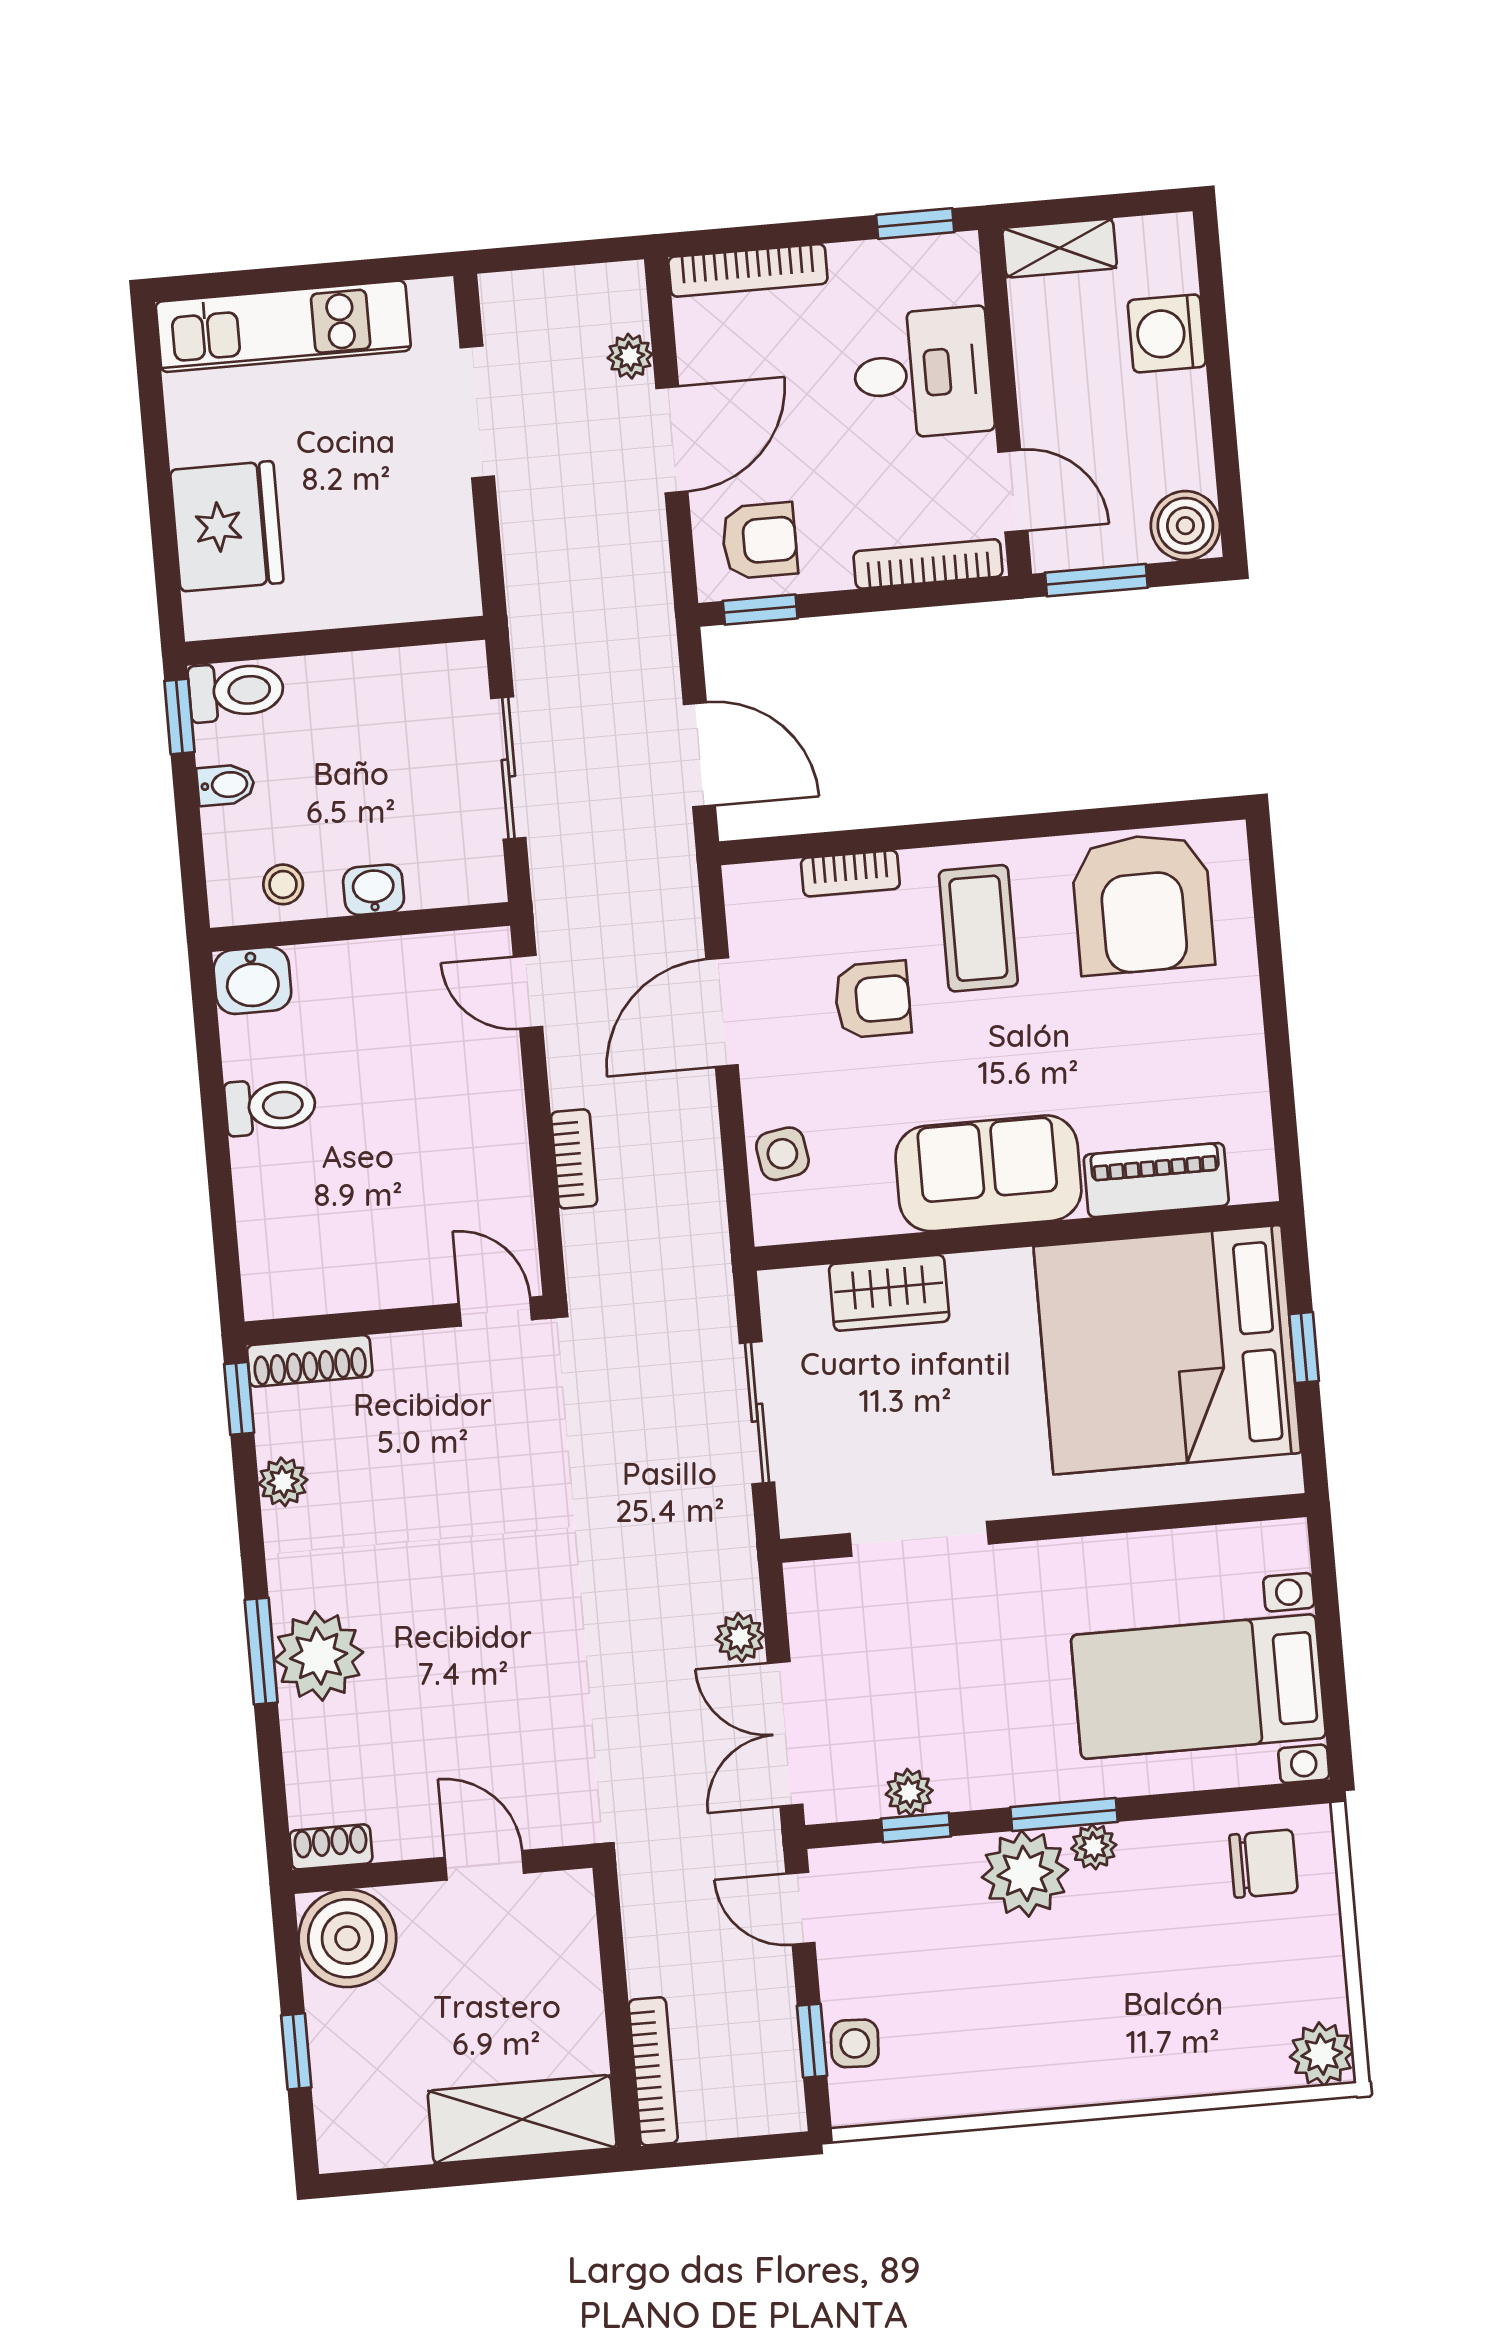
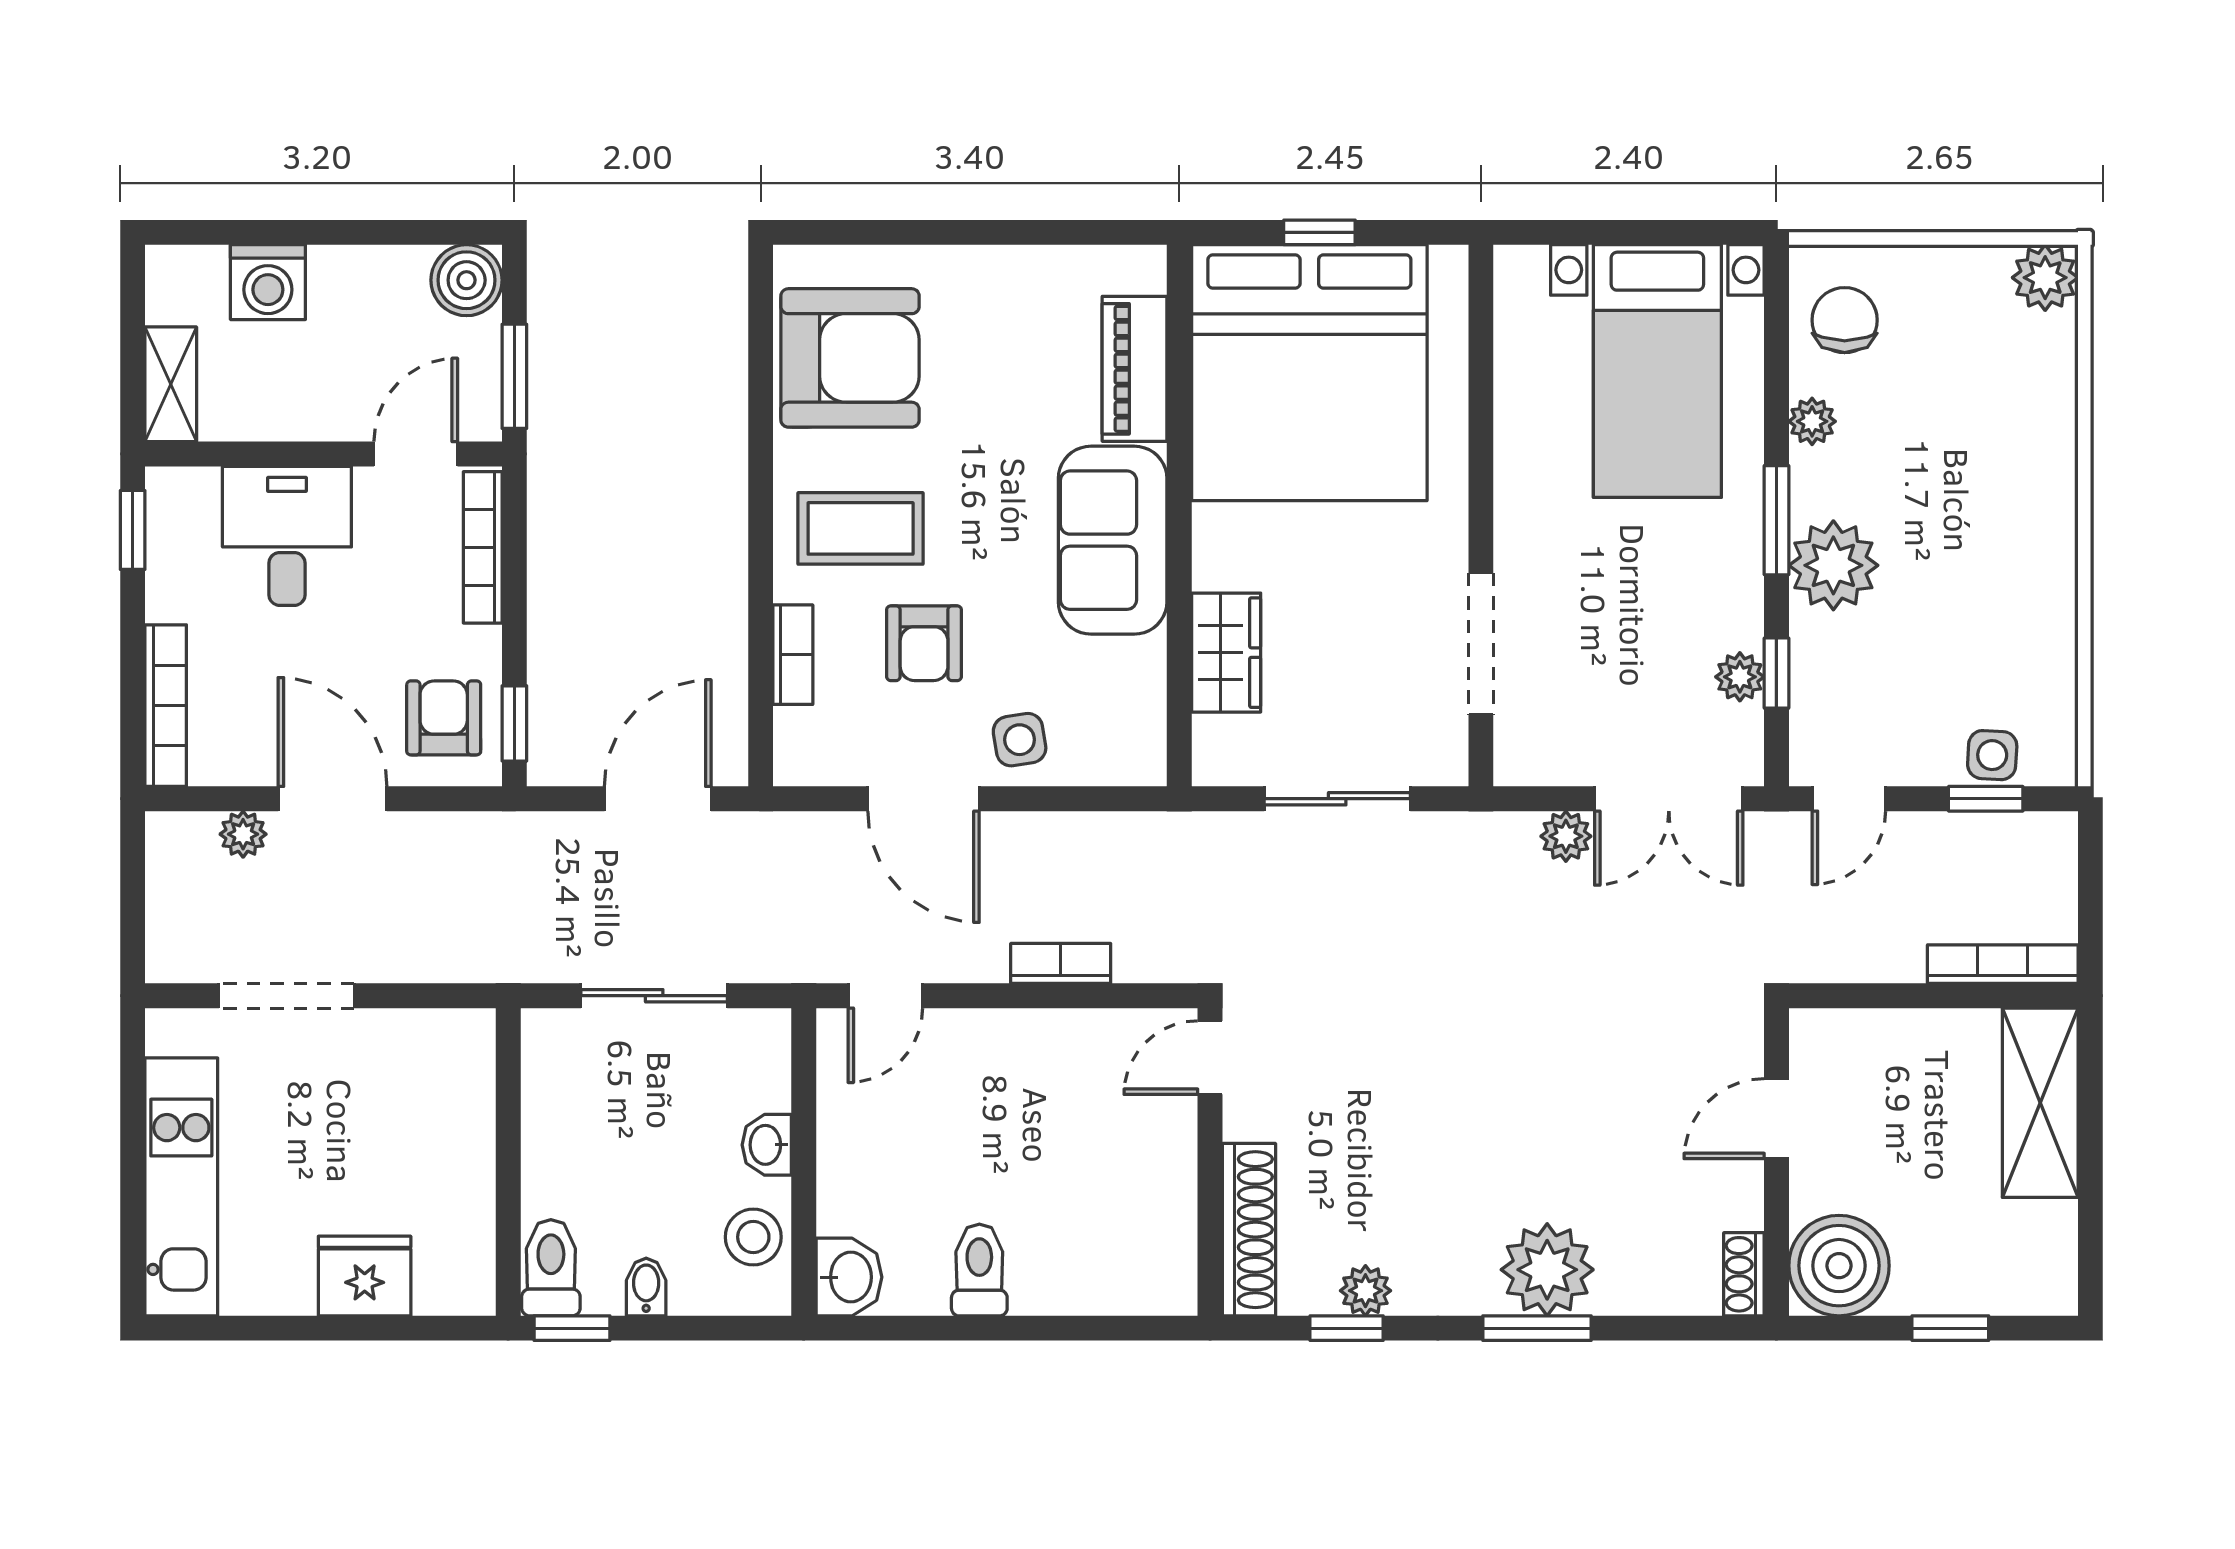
fridge: (227, 526) -> (365, 1276), width x0.73, depth x0.75
stool: (283, 884) -> (753, 1237), width x1.37, depth x1.37
armchair: (873, 999) -> (924, 643), turned 180
side table: (782, 1154) -> (1020, 740), moved
shoe rack: (310, 1361) -> (1249, 1230), width x1.36, depth x1.24
window: (239, 1398) -> (1347, 1328), moved
plant: (1094, 1847) -> (1812, 421), moved

